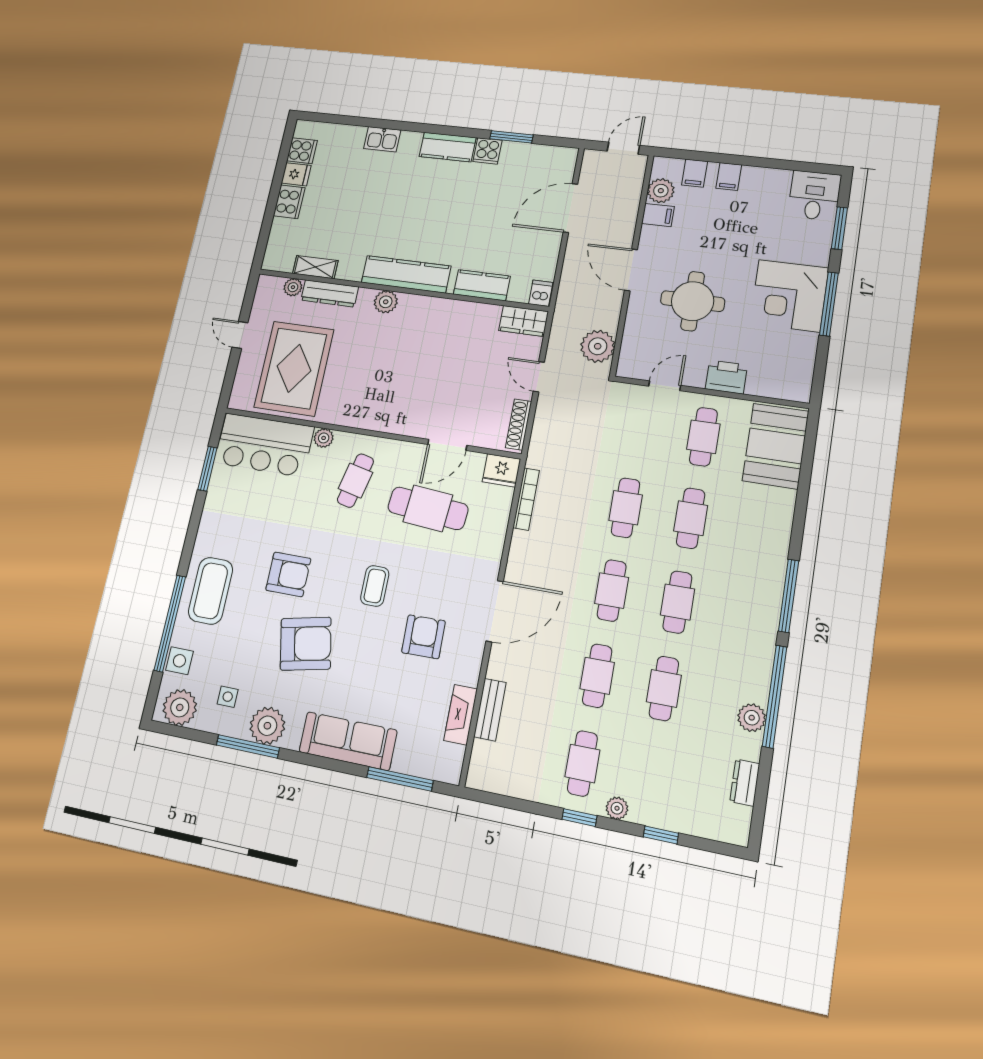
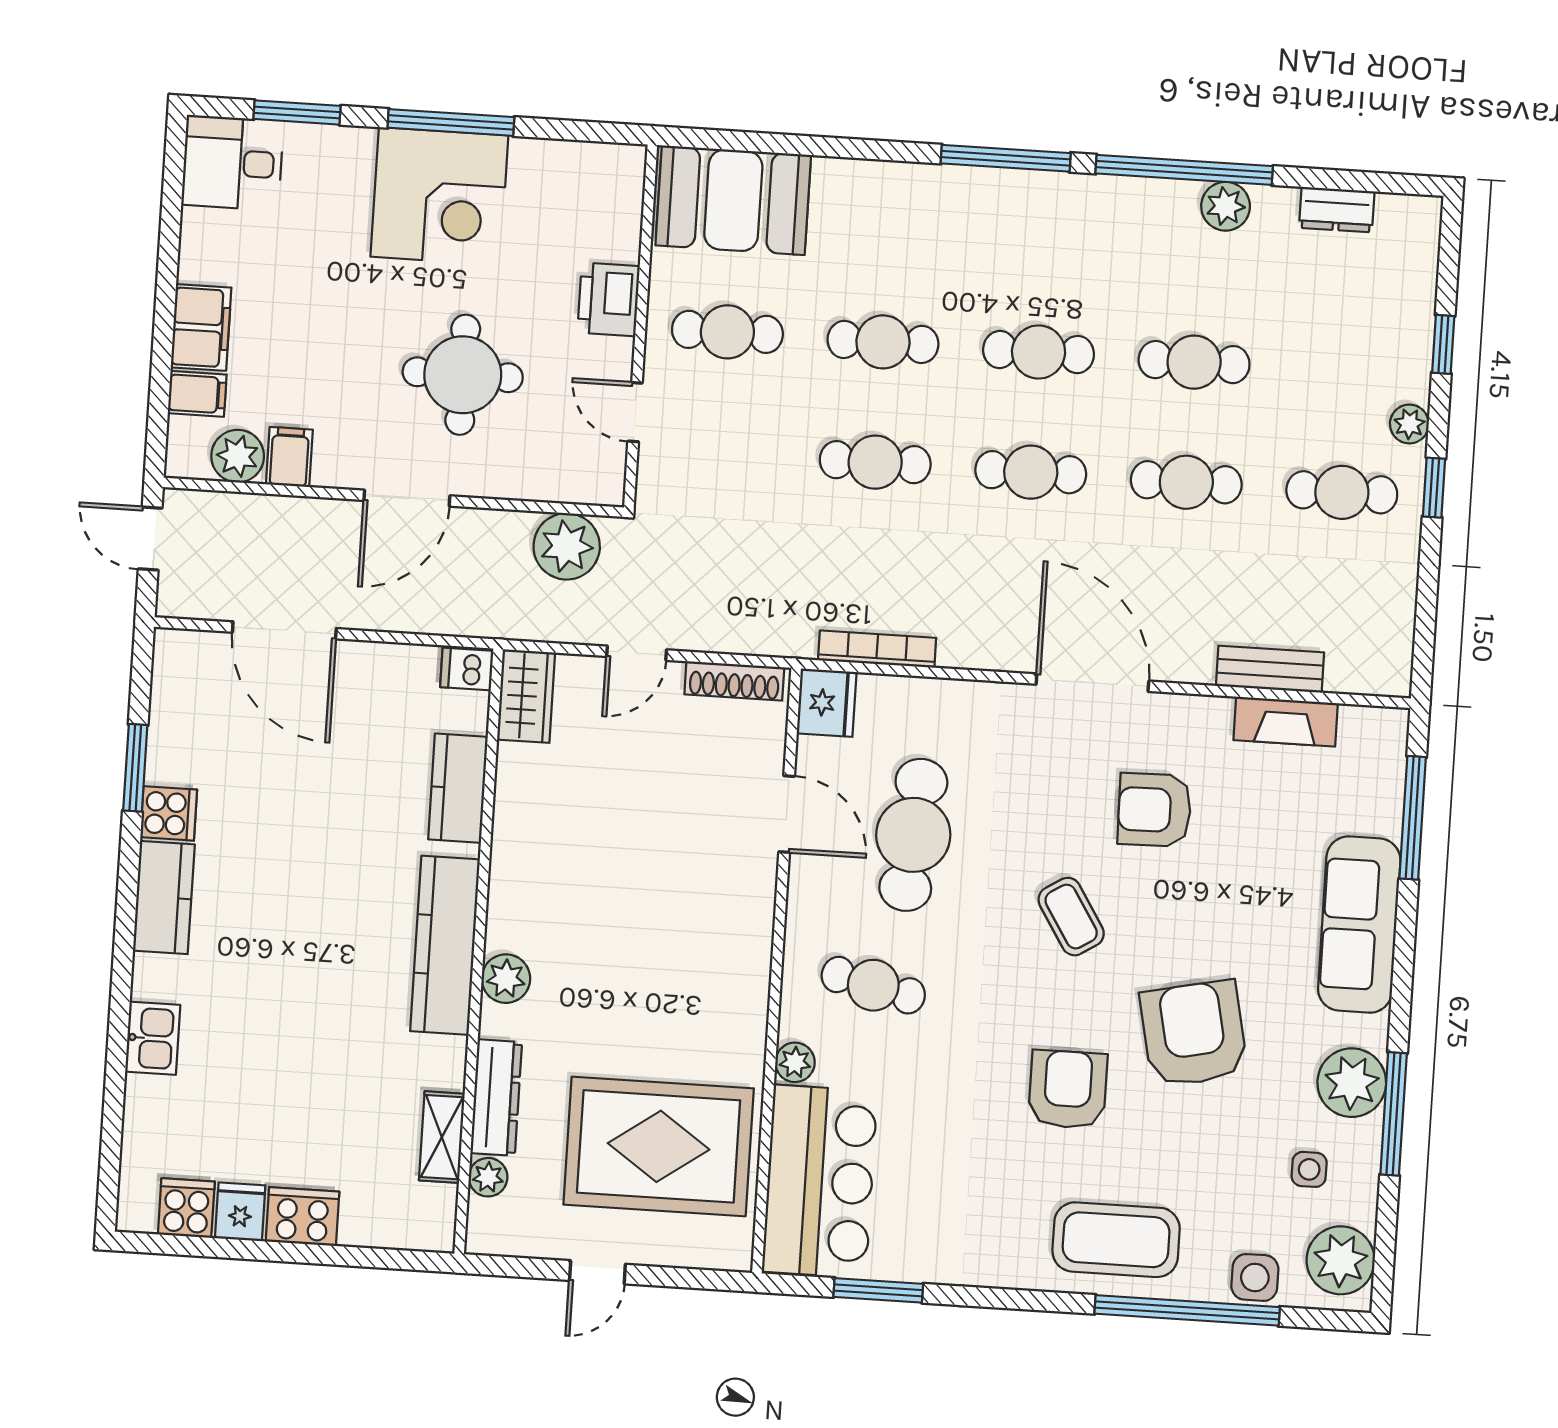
filing cabinet: (729, 177) -> (201, 327), width x2.00
coffee table: (375, 586) -> (1071, 917), turned 58

